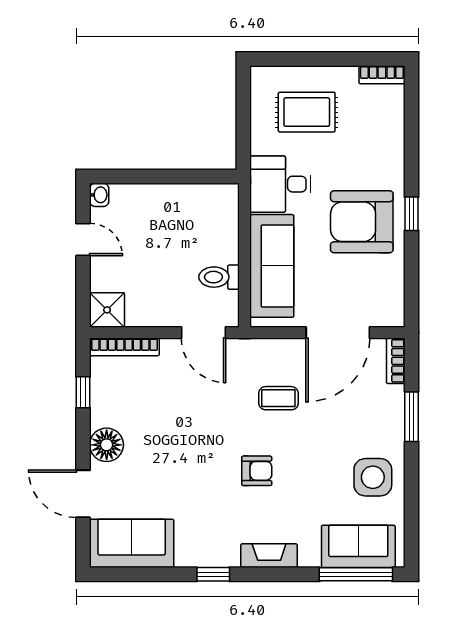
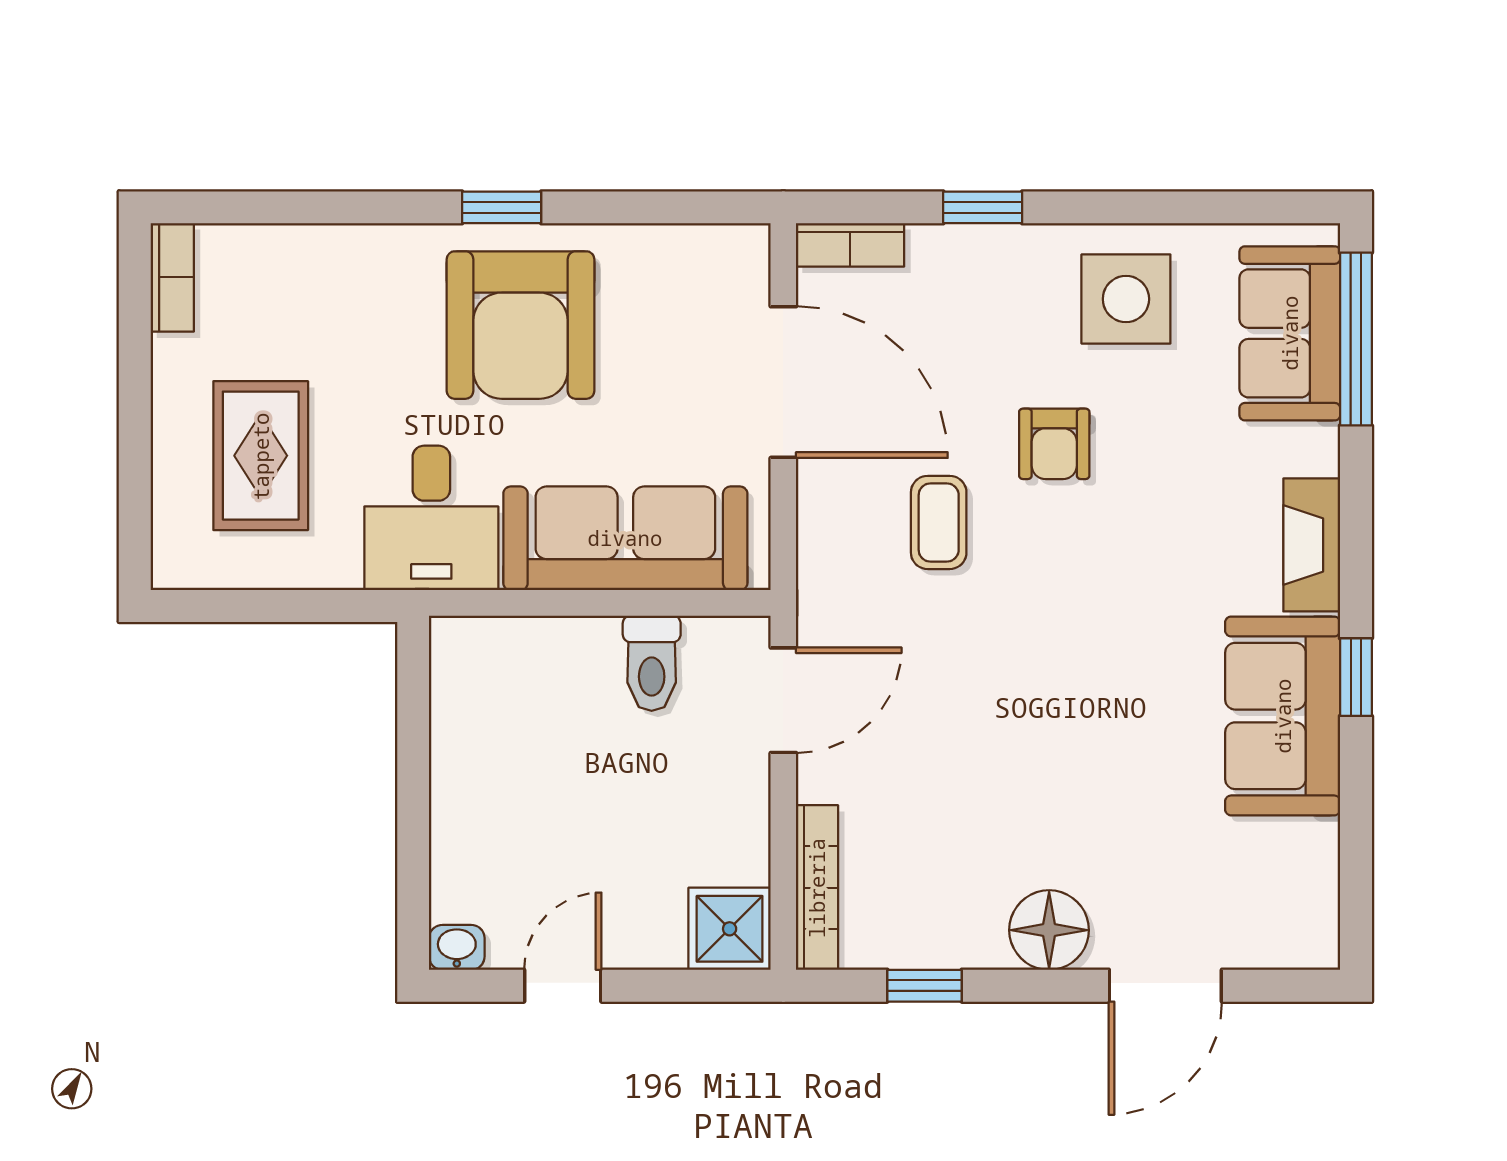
window: (411, 417) -> (983, 207), width x0.67
armchair: (257, 471) -> (1054, 444), moved, turned 180
sofa: (132, 543) -> (1283, 716), moved

